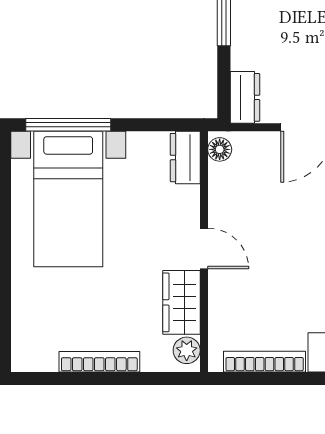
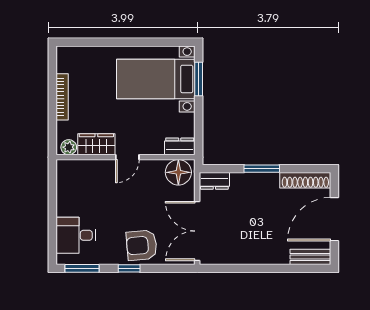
window: (68, 125) -> (199, 79), width x0.69
floor lamp: (220, 149) -> (178, 172), width x1.89, depth x1.89
bookcase: (265, 362) -> (62, 192), removed

